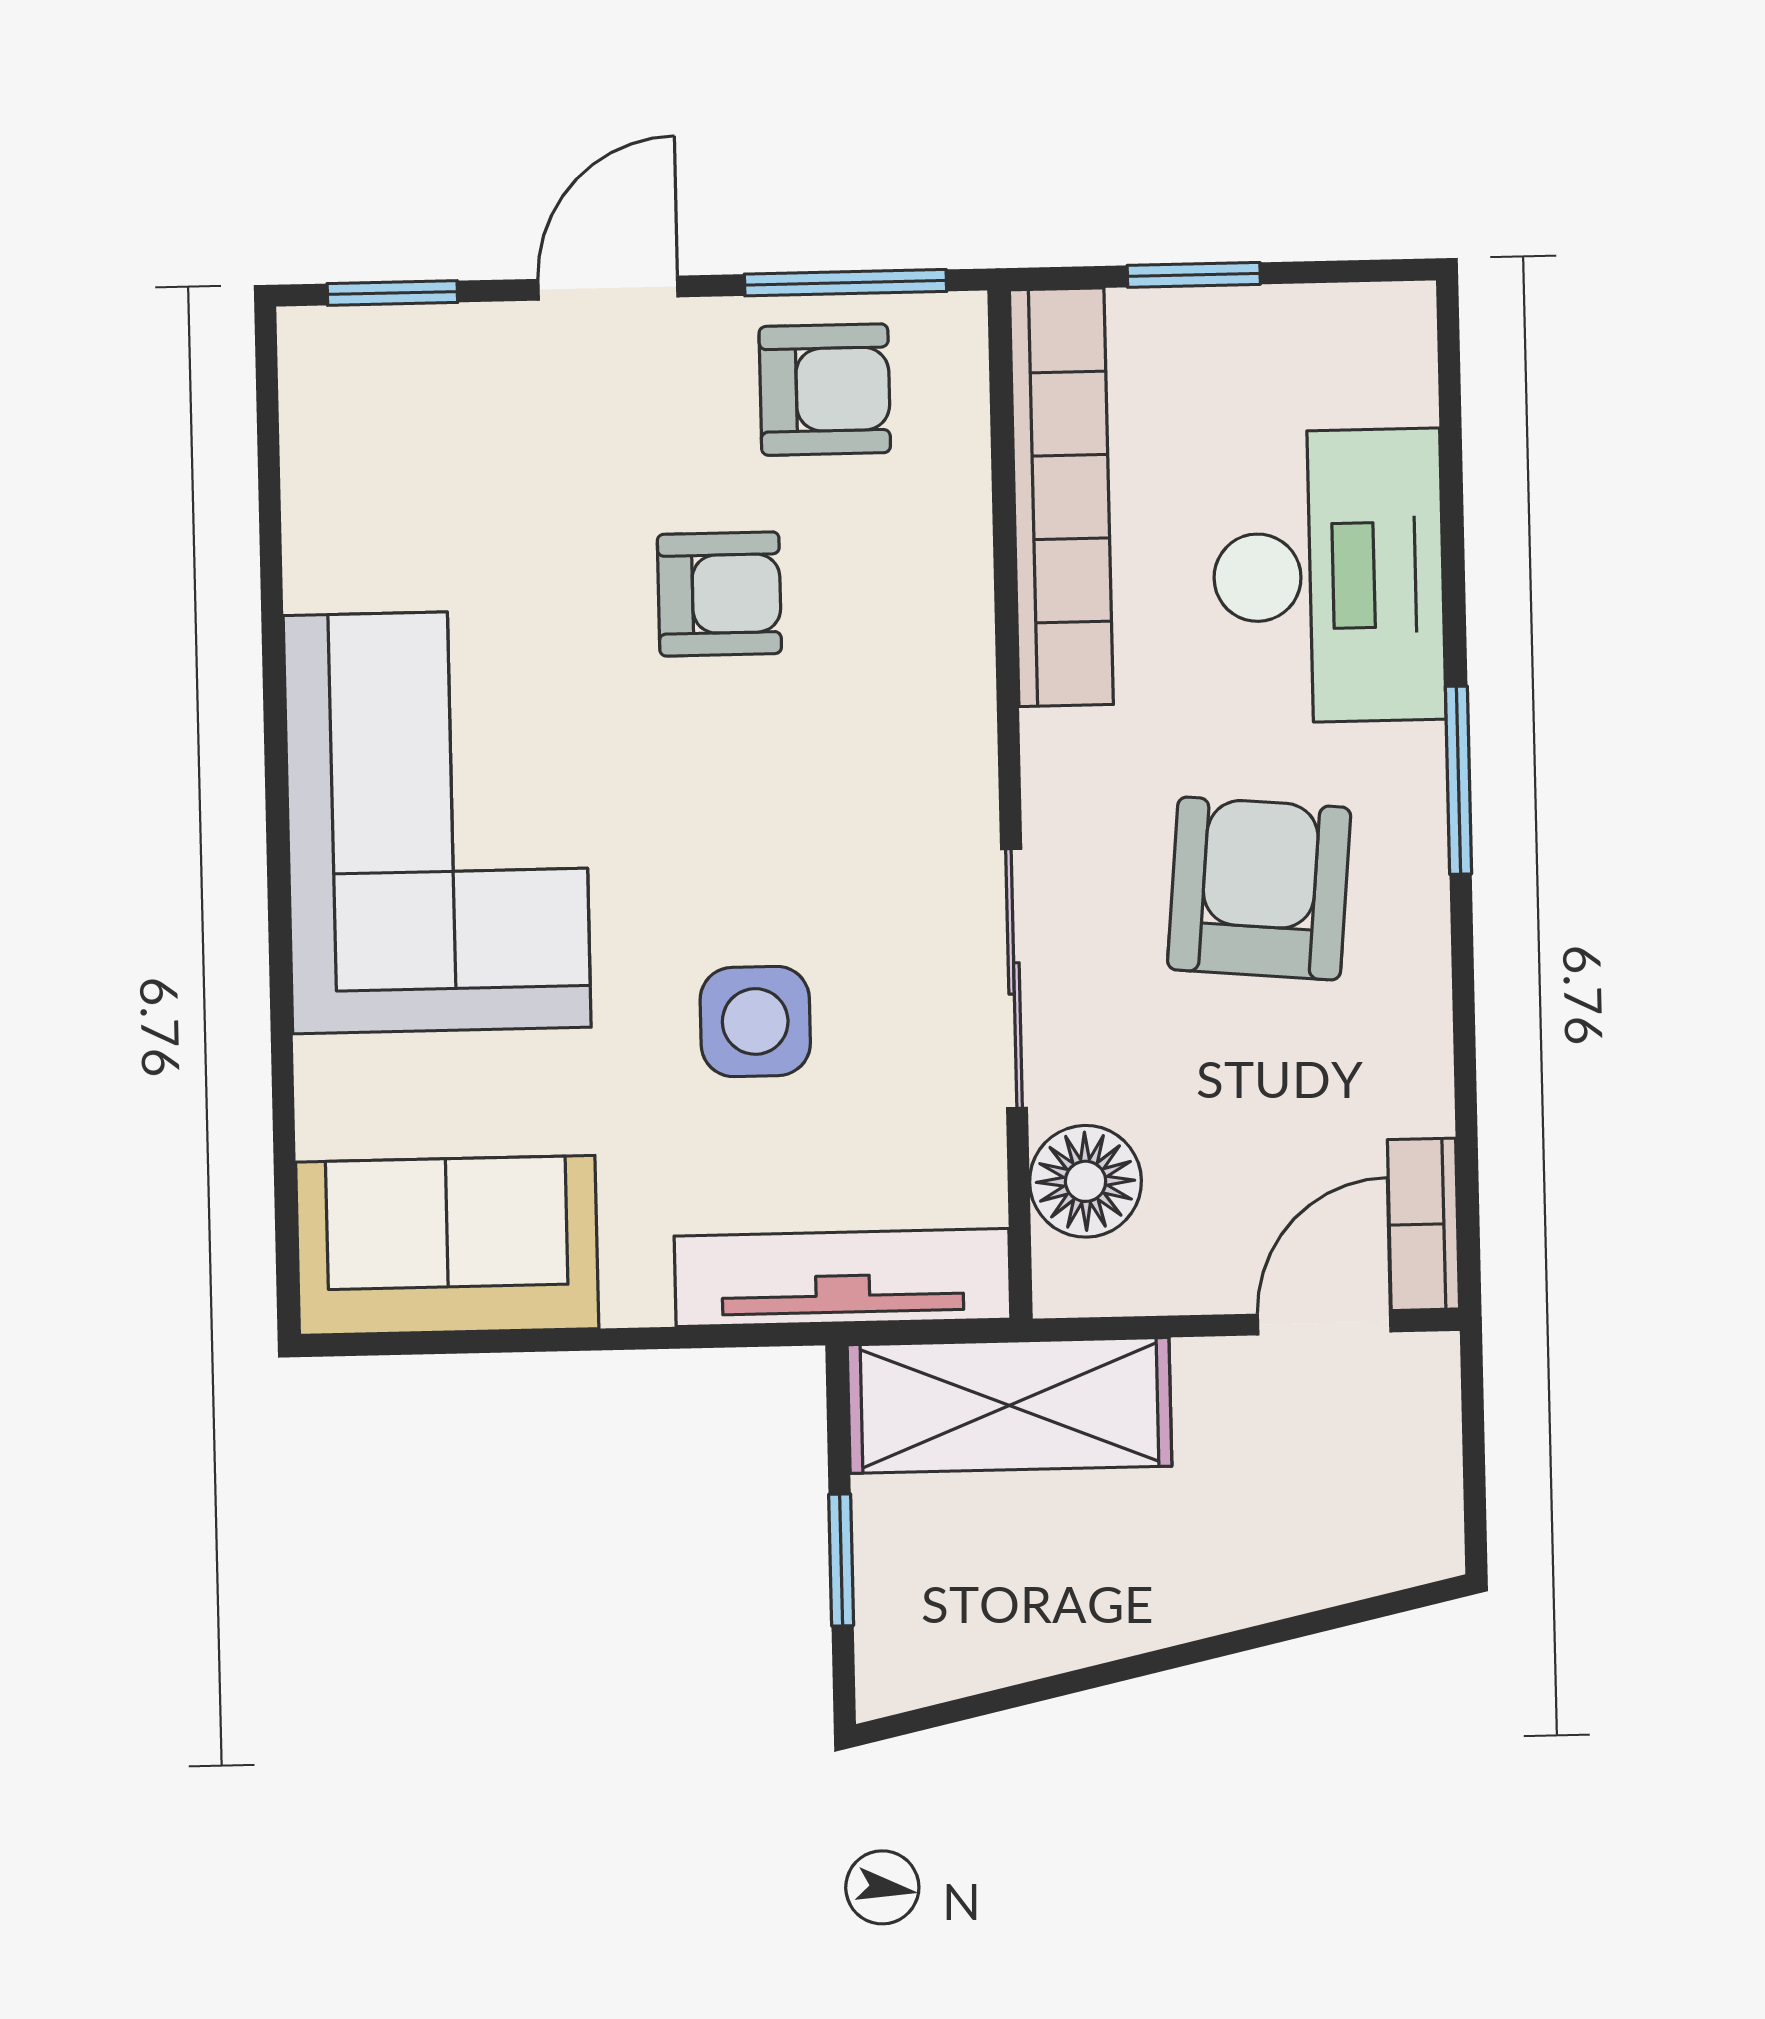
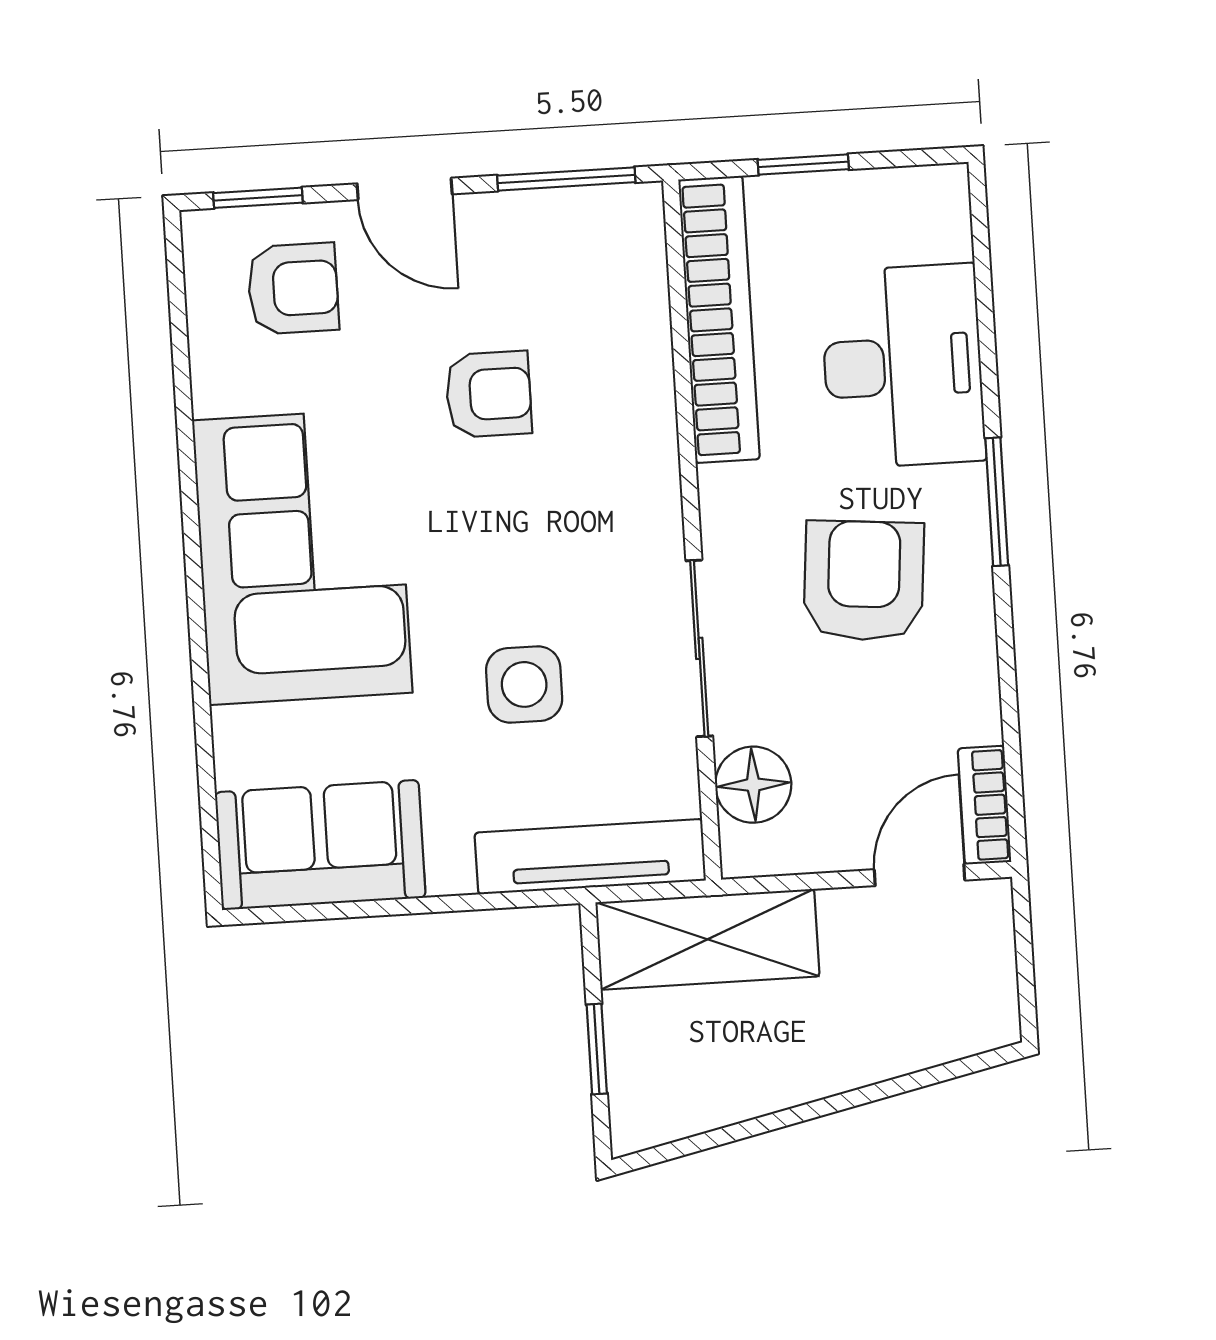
door: (608, 288) -> (405, 189), swing flipped
armchair: (825, 390) -> (293, 289), moved

